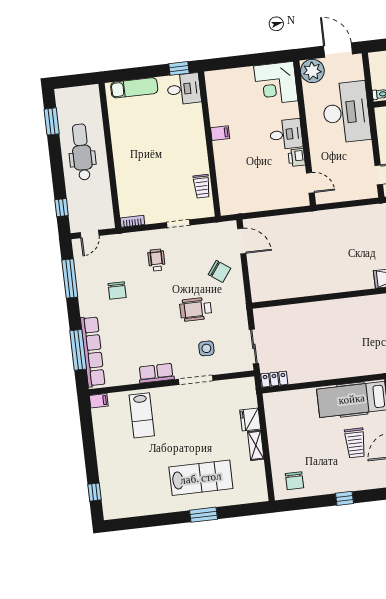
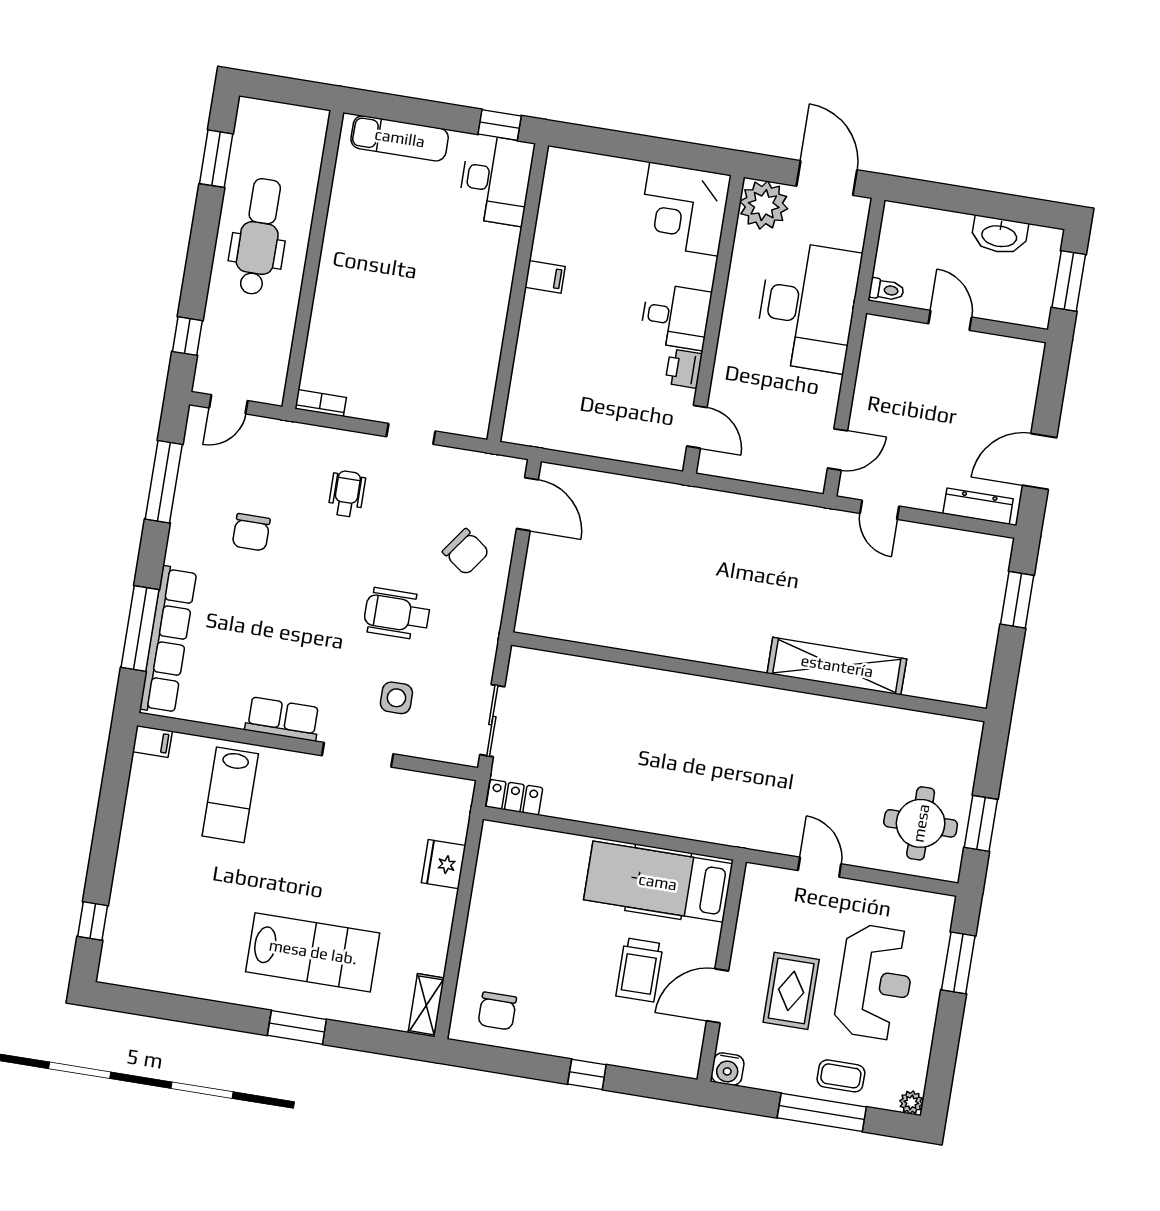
desk: (184, 89) -> (496, 180), width x1.37
trolley: (202, 186) -> (479, 372), removed
shelving: (256, 445) -> (426, 1005), moved

